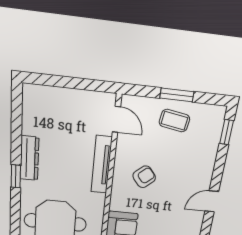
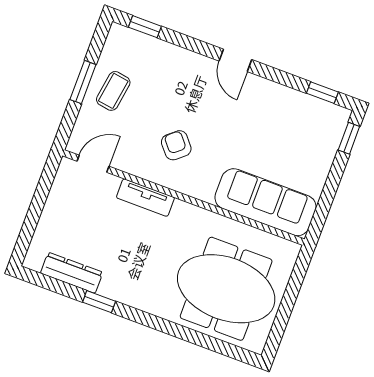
dresser: (29, 158) -> (72, 273), moved
tv unit: (101, 165) -> (145, 198), width x0.71
window: (16, 176) -> (99, 302), moved

